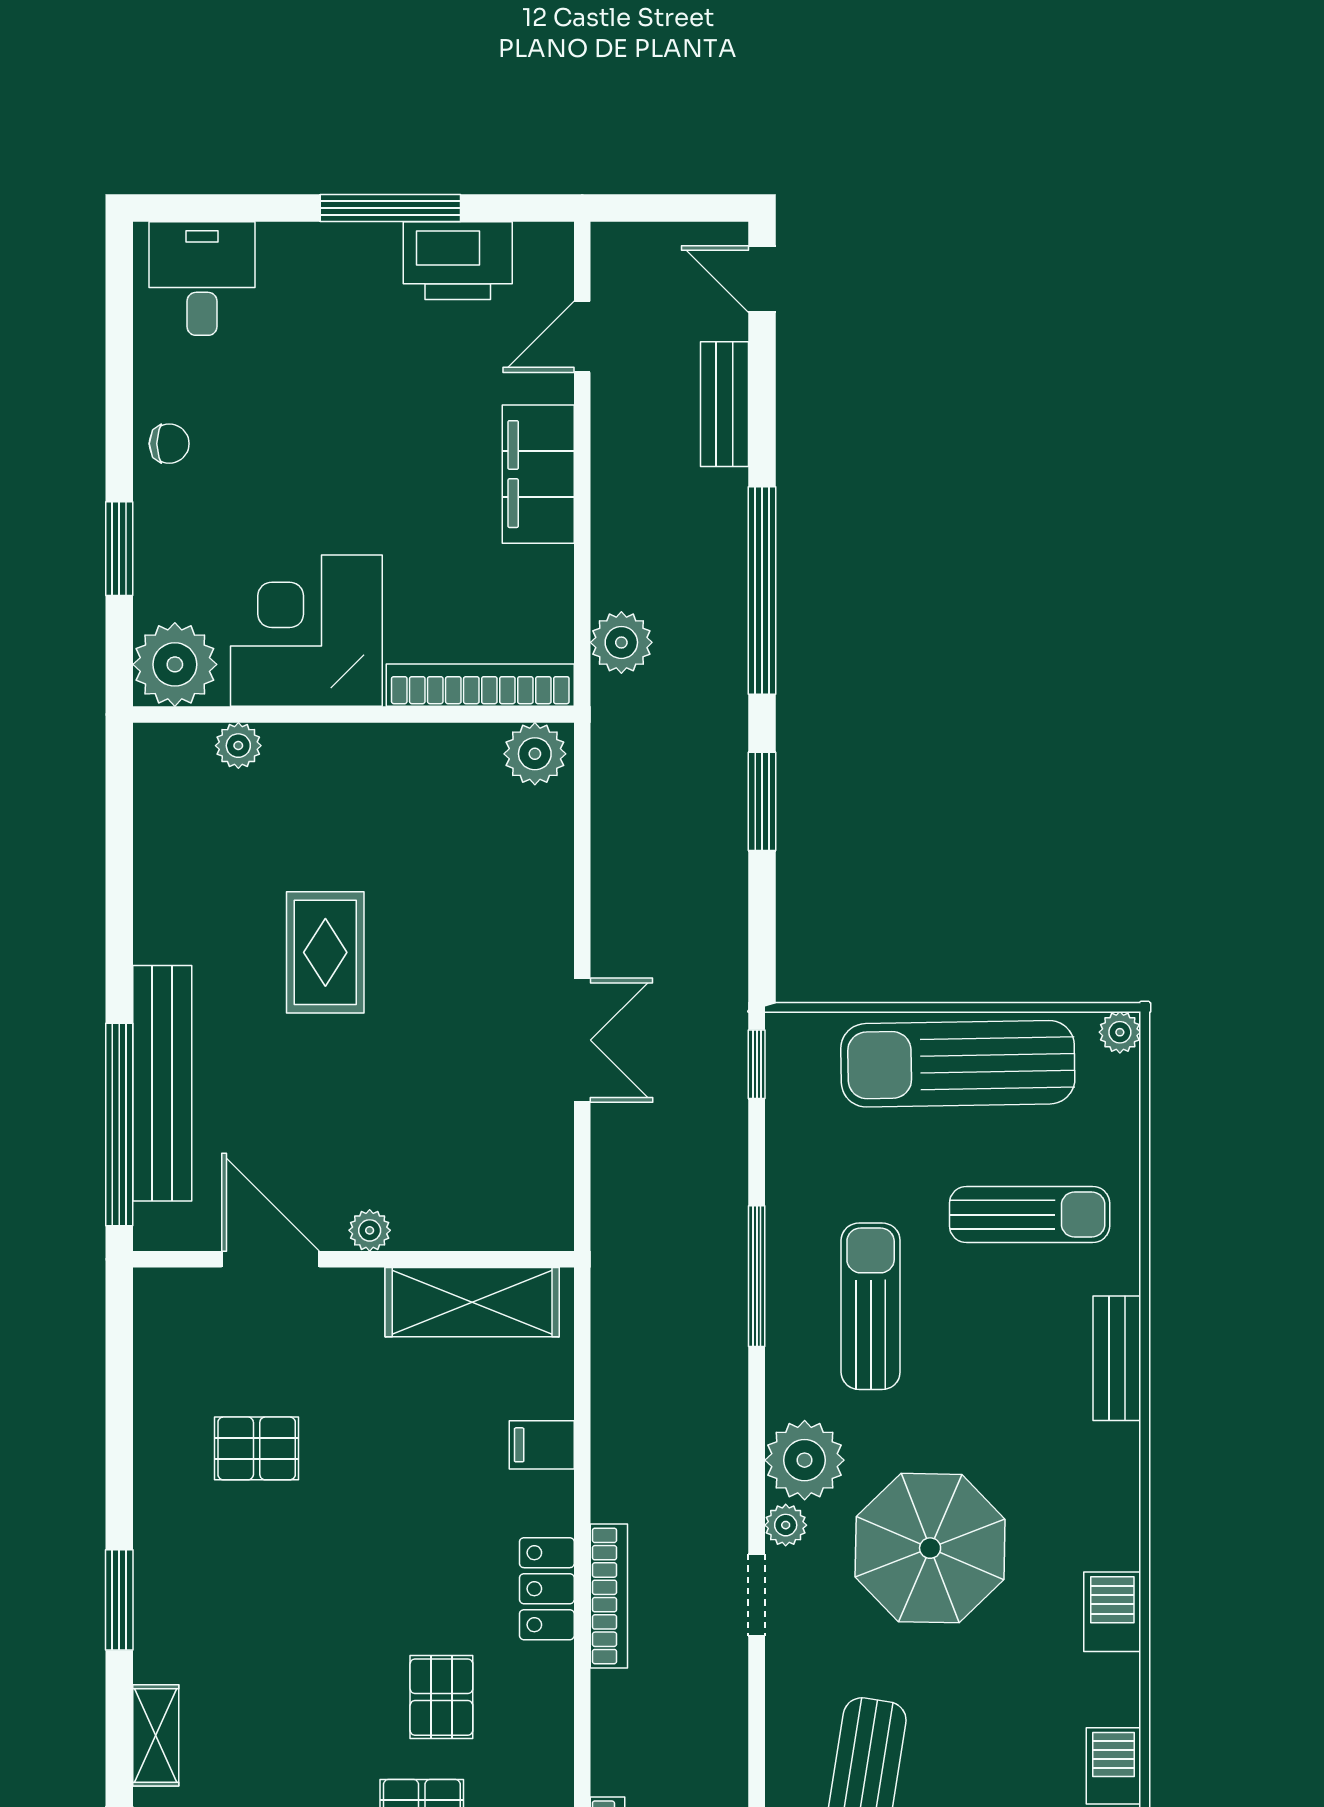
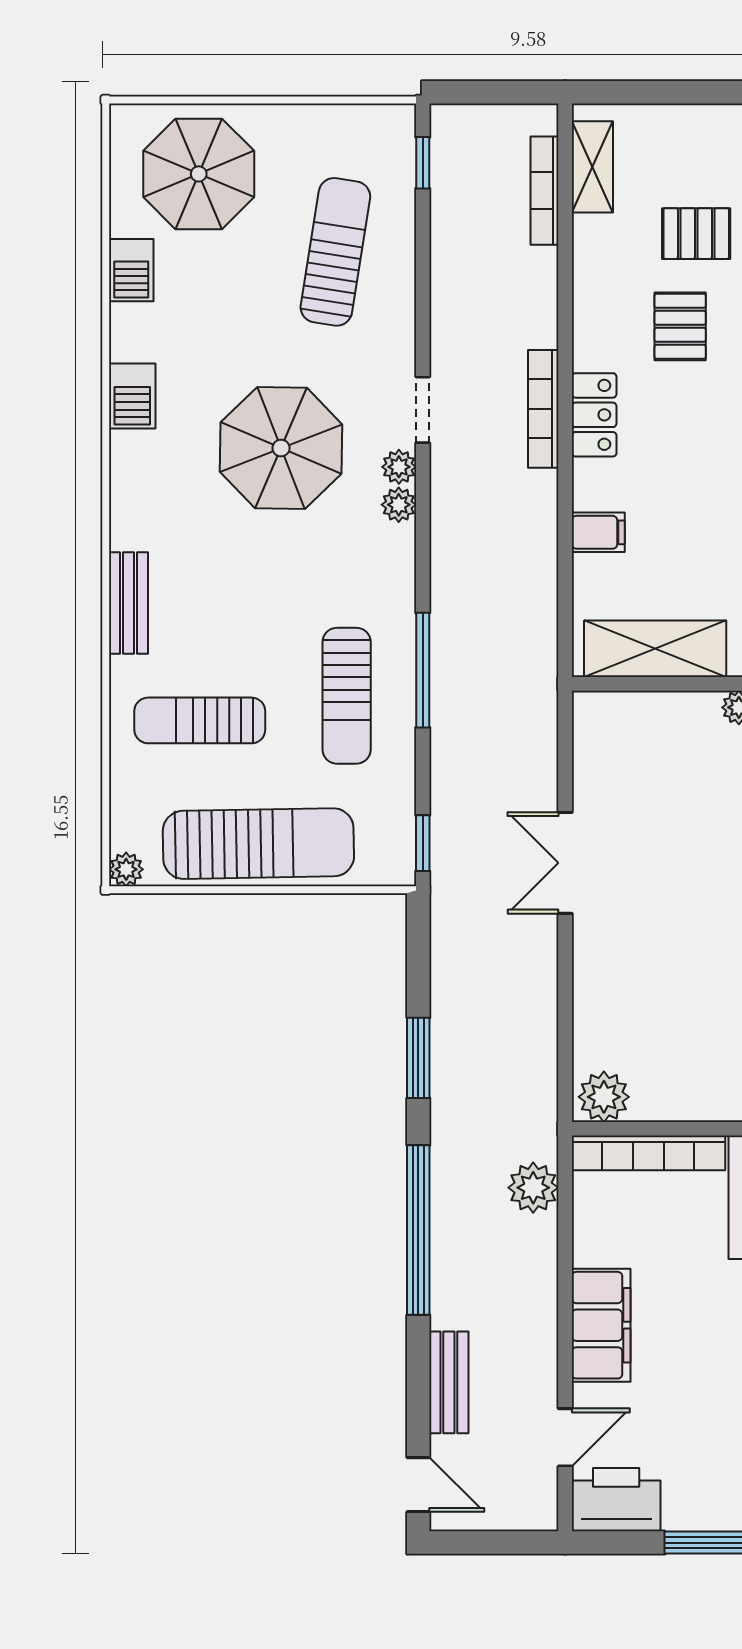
printer: (458, 261) -> (616, 1500), moved
sun lounger: (871, 1306) -> (347, 696), moved
plant: (805, 1460) -> (399, 505), width x0.53, depth x0.53

